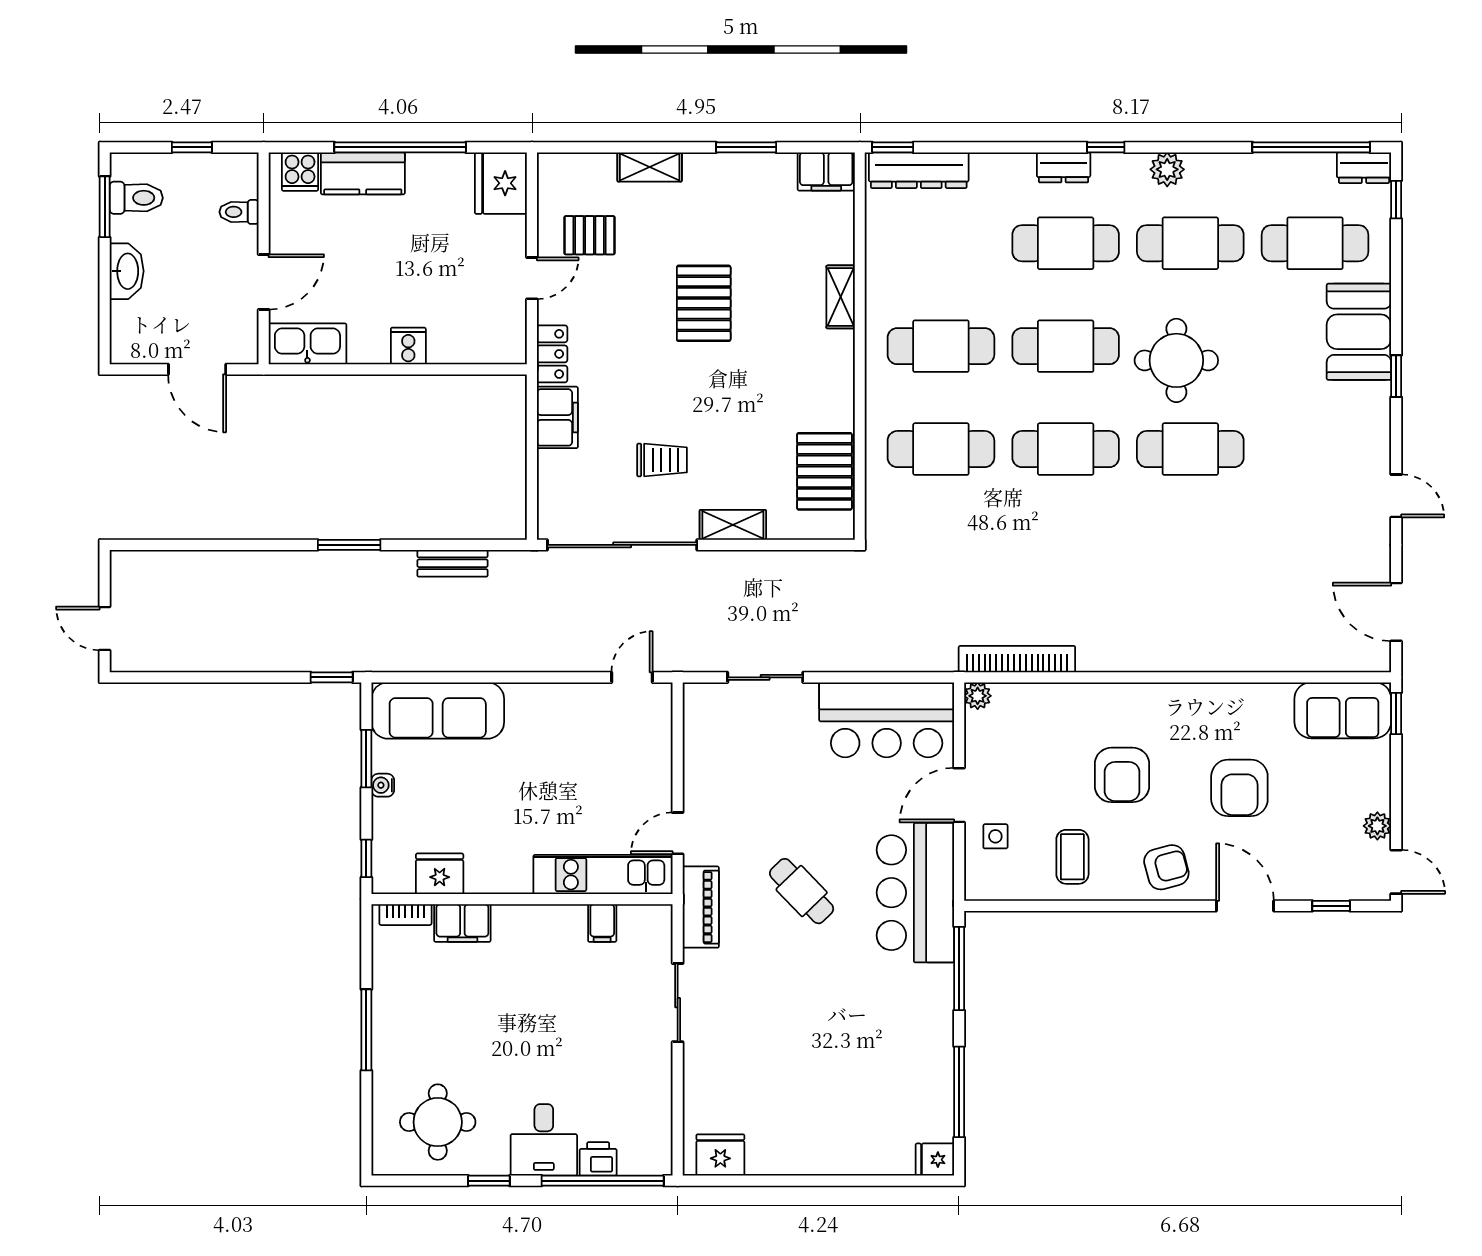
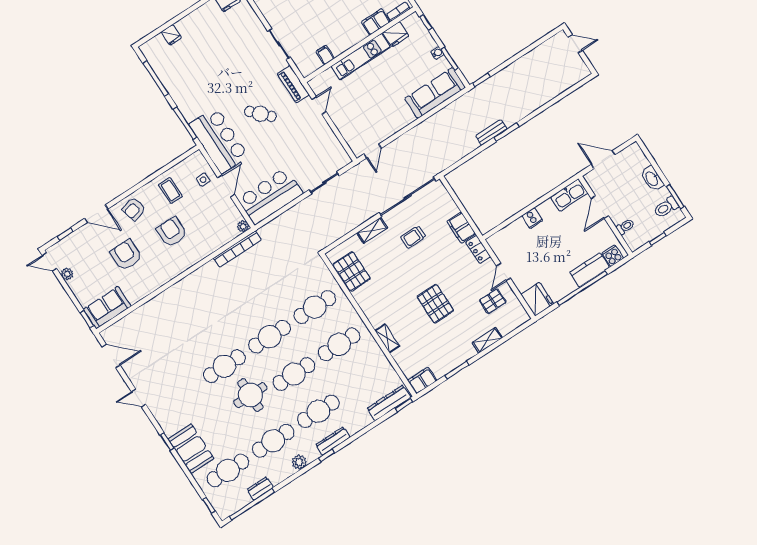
dresser: (1064, 167) -> (333, 441), width x1.44
dresser: (1364, 168) -> (260, 488), moved
bench: (452, 563) -> (491, 132), moved
kitchen unit: (603, 875) -> (361, 57), moved
fridge: (935, 1160) -> (171, 35), moved, turned 90

